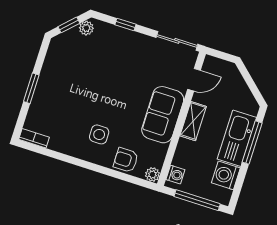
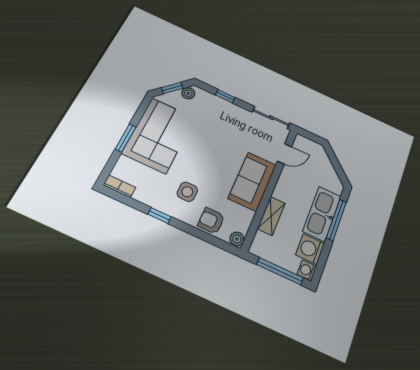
corner sofa: (63, 80) -> (159, 135), added
shelving: (193, 121) -> (271, 216), moved
window: (76, 161) -> (160, 216), added
washing machine: (175, 175) -> (307, 270), moved, turned 180

